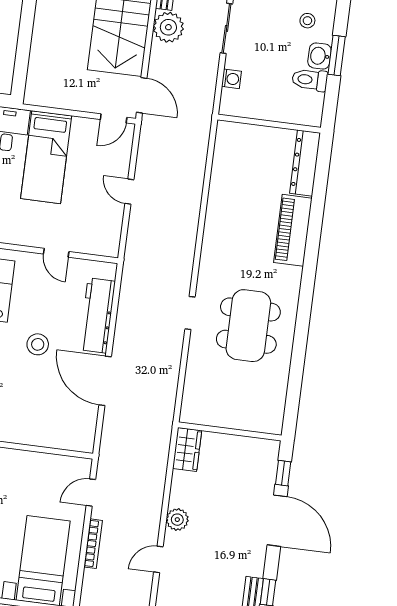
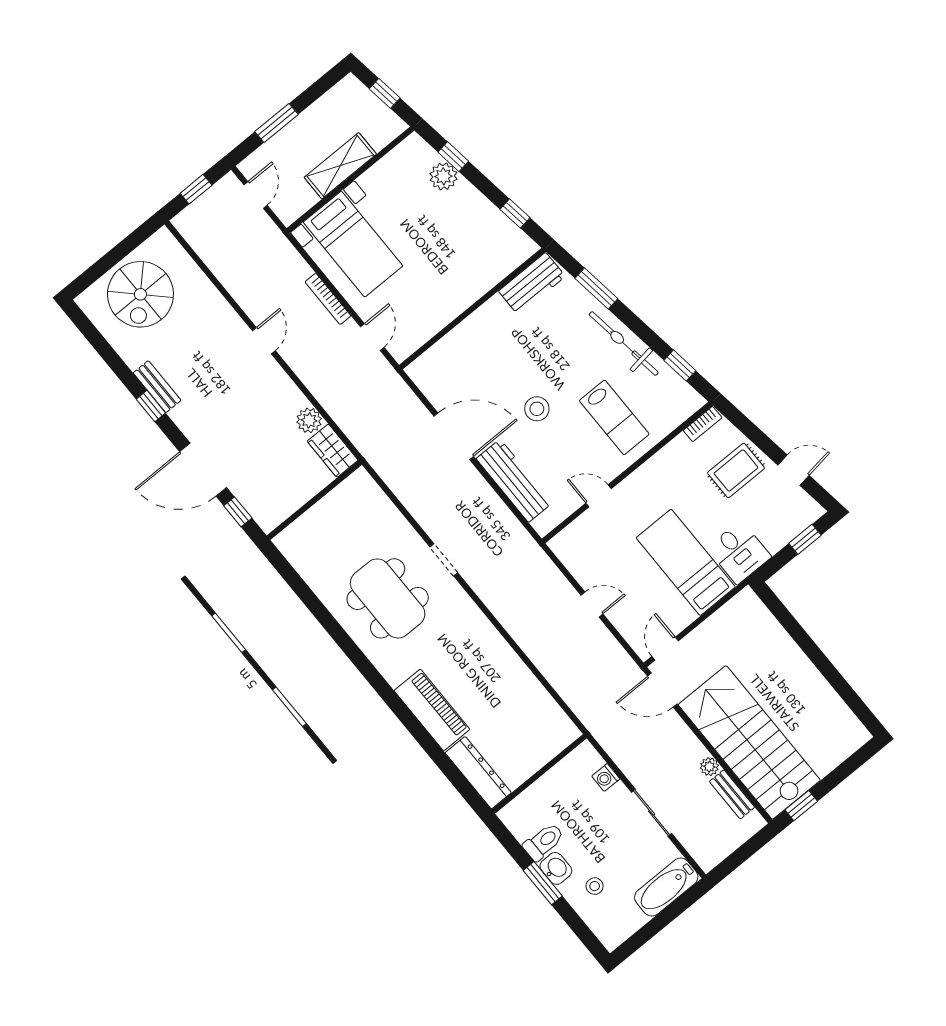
plant: (168, 27) -> (709, 767), width x0.53, depth x0.53
plant: (177, 520) -> (309, 420), moved

